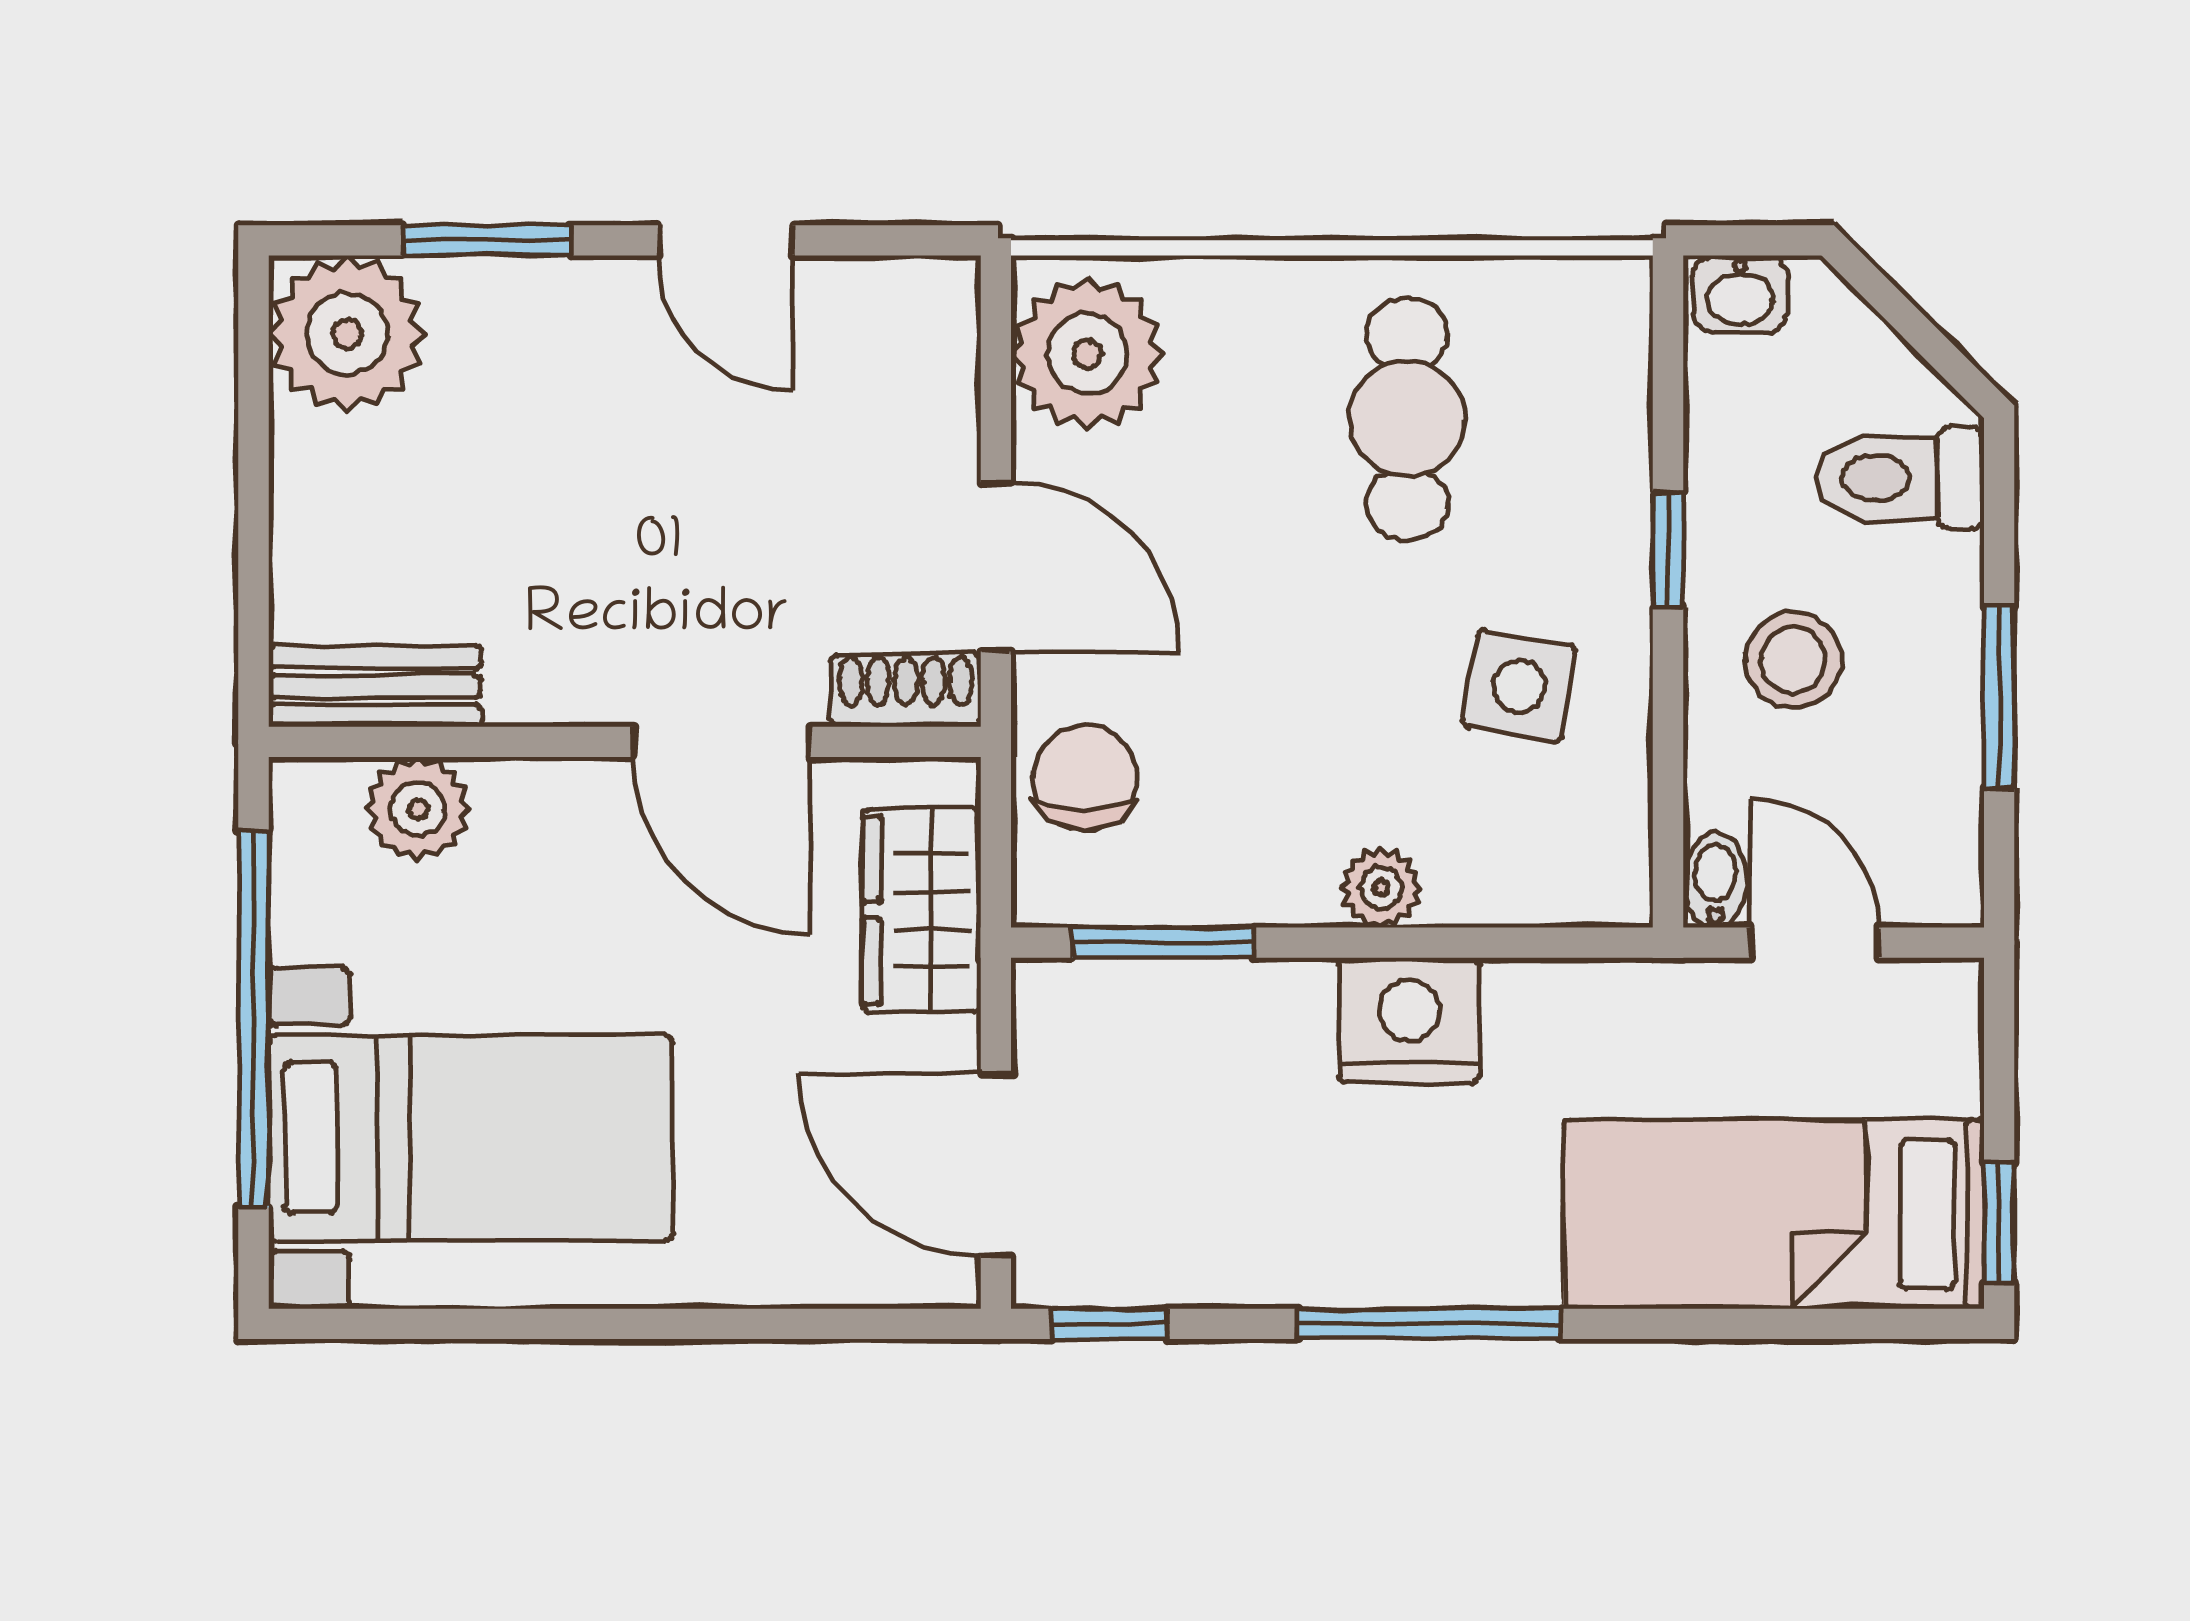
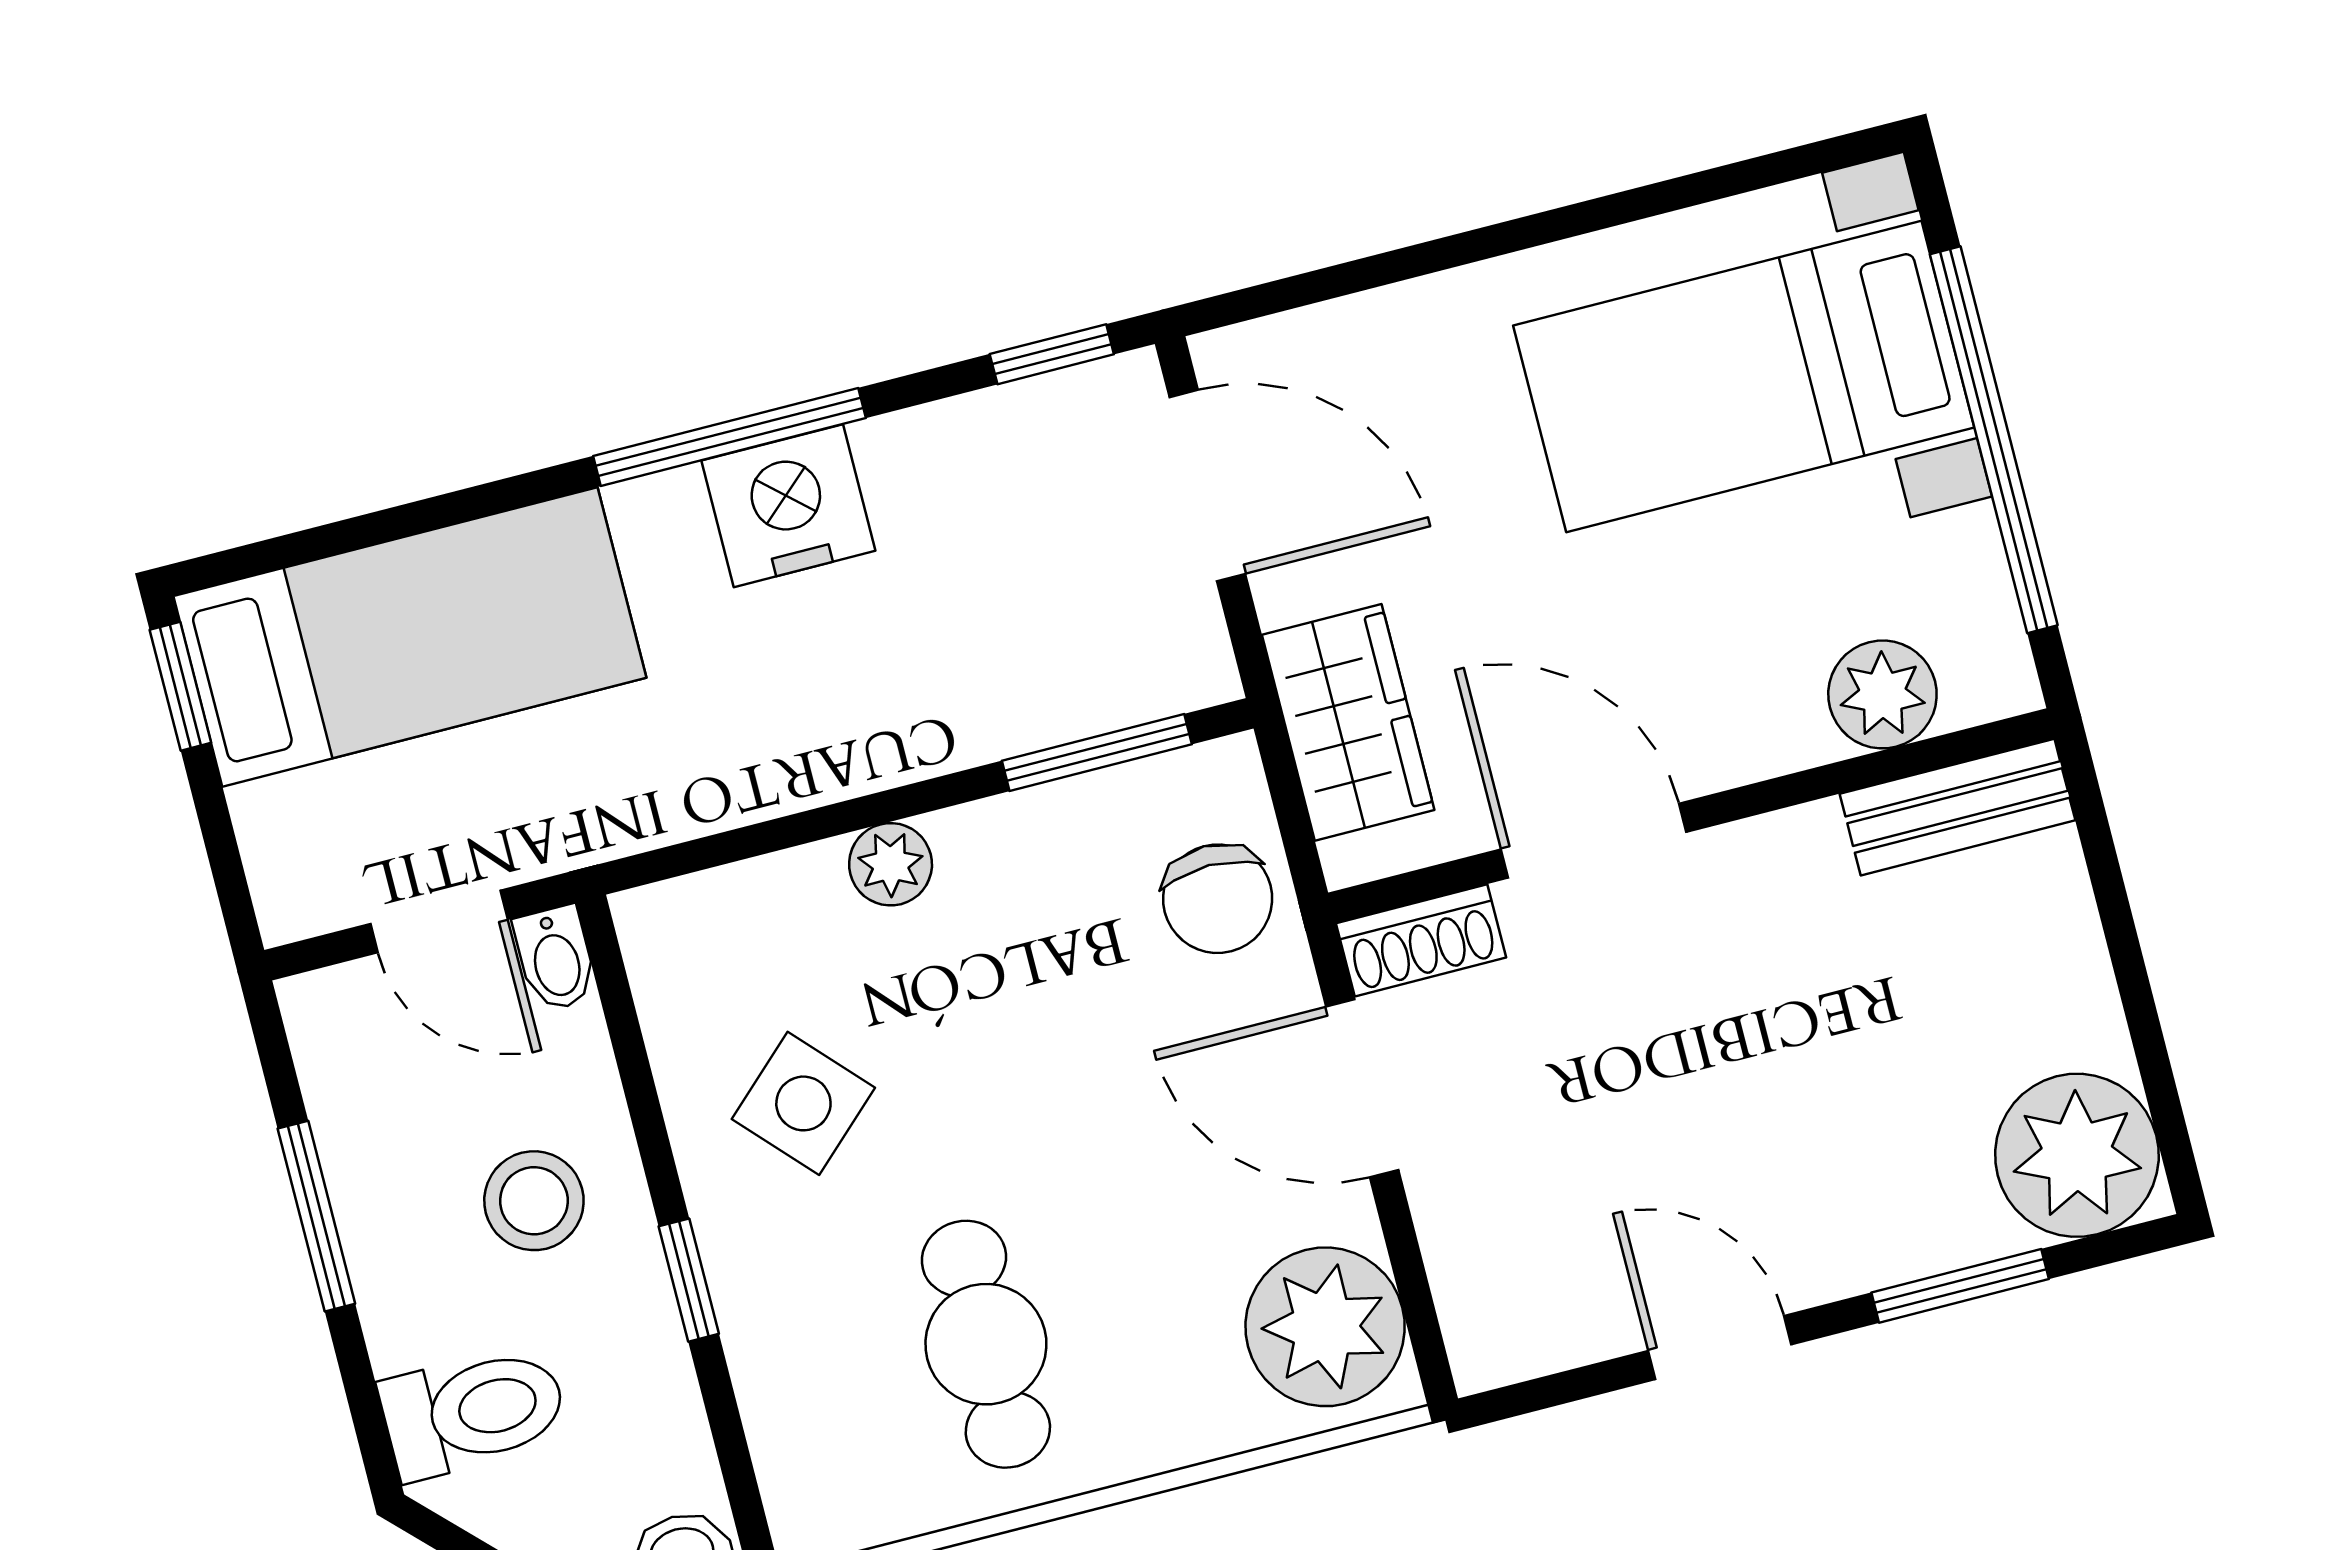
side table: (1519, 686) -> (803, 1103), turned 37
nightstand: (1409, 1021) -> (788, 506), moved, turned 180

